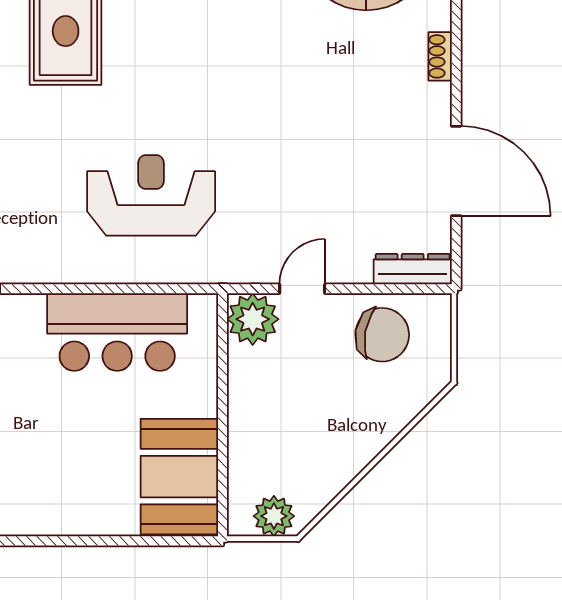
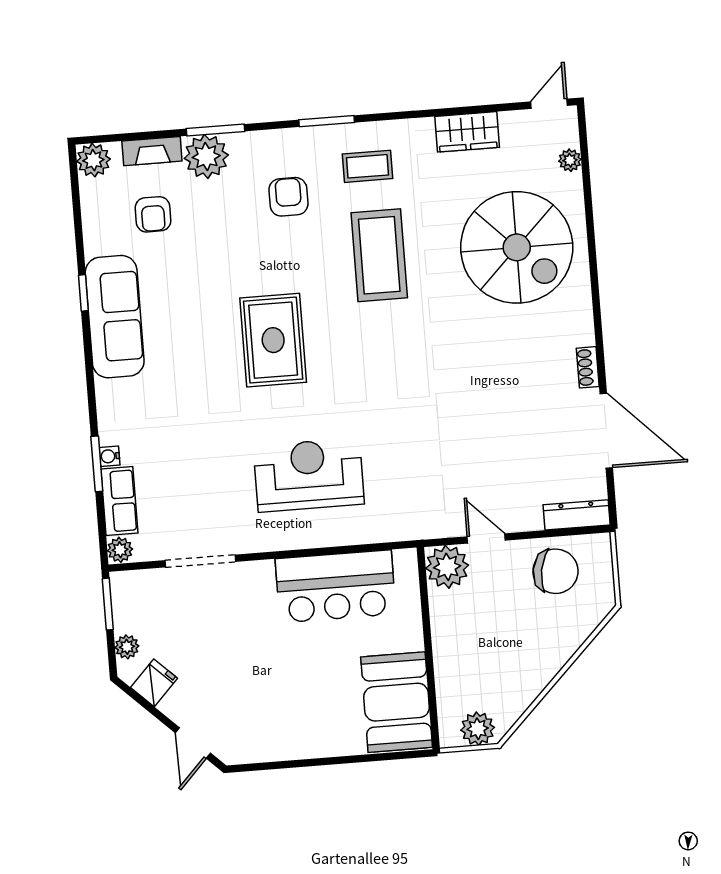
shoe rack: (440, 56) -> (588, 367), moved
reception desk: (151, 195) -> (309, 475), moved
door: (302, 289) -> (486, 538), hinge flipped

